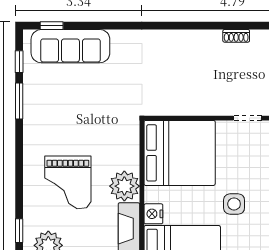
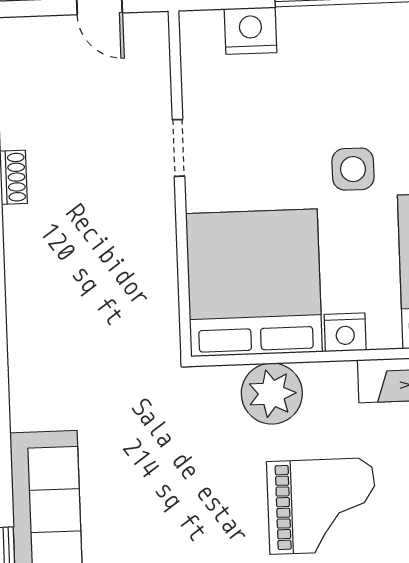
plant: (124, 186) -> (272, 394), moved
nightstand: (153, 214) -> (345, 332), moved

